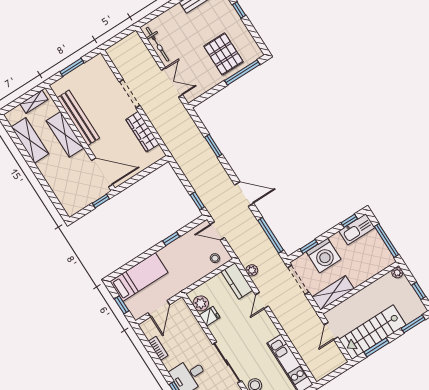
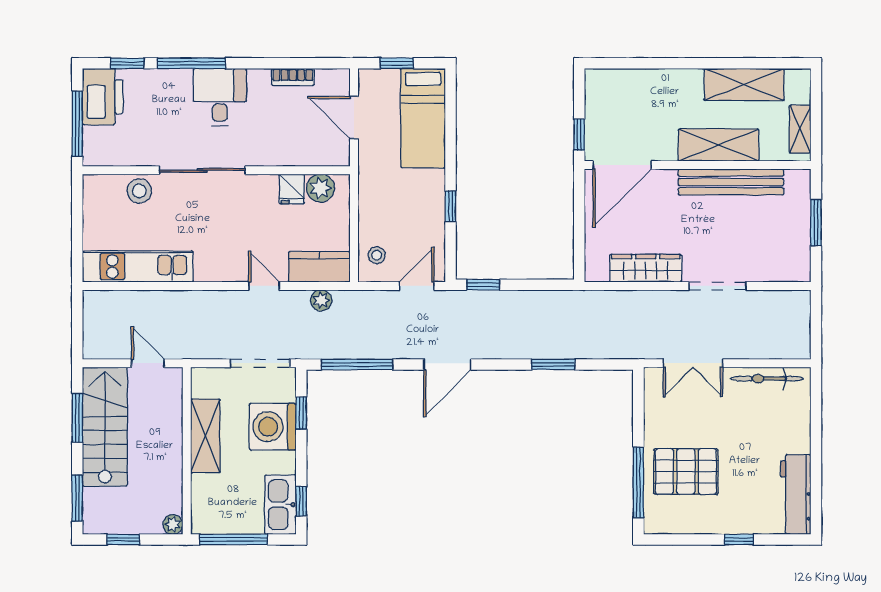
shelving: (333, 293) -> (205, 436), moved

